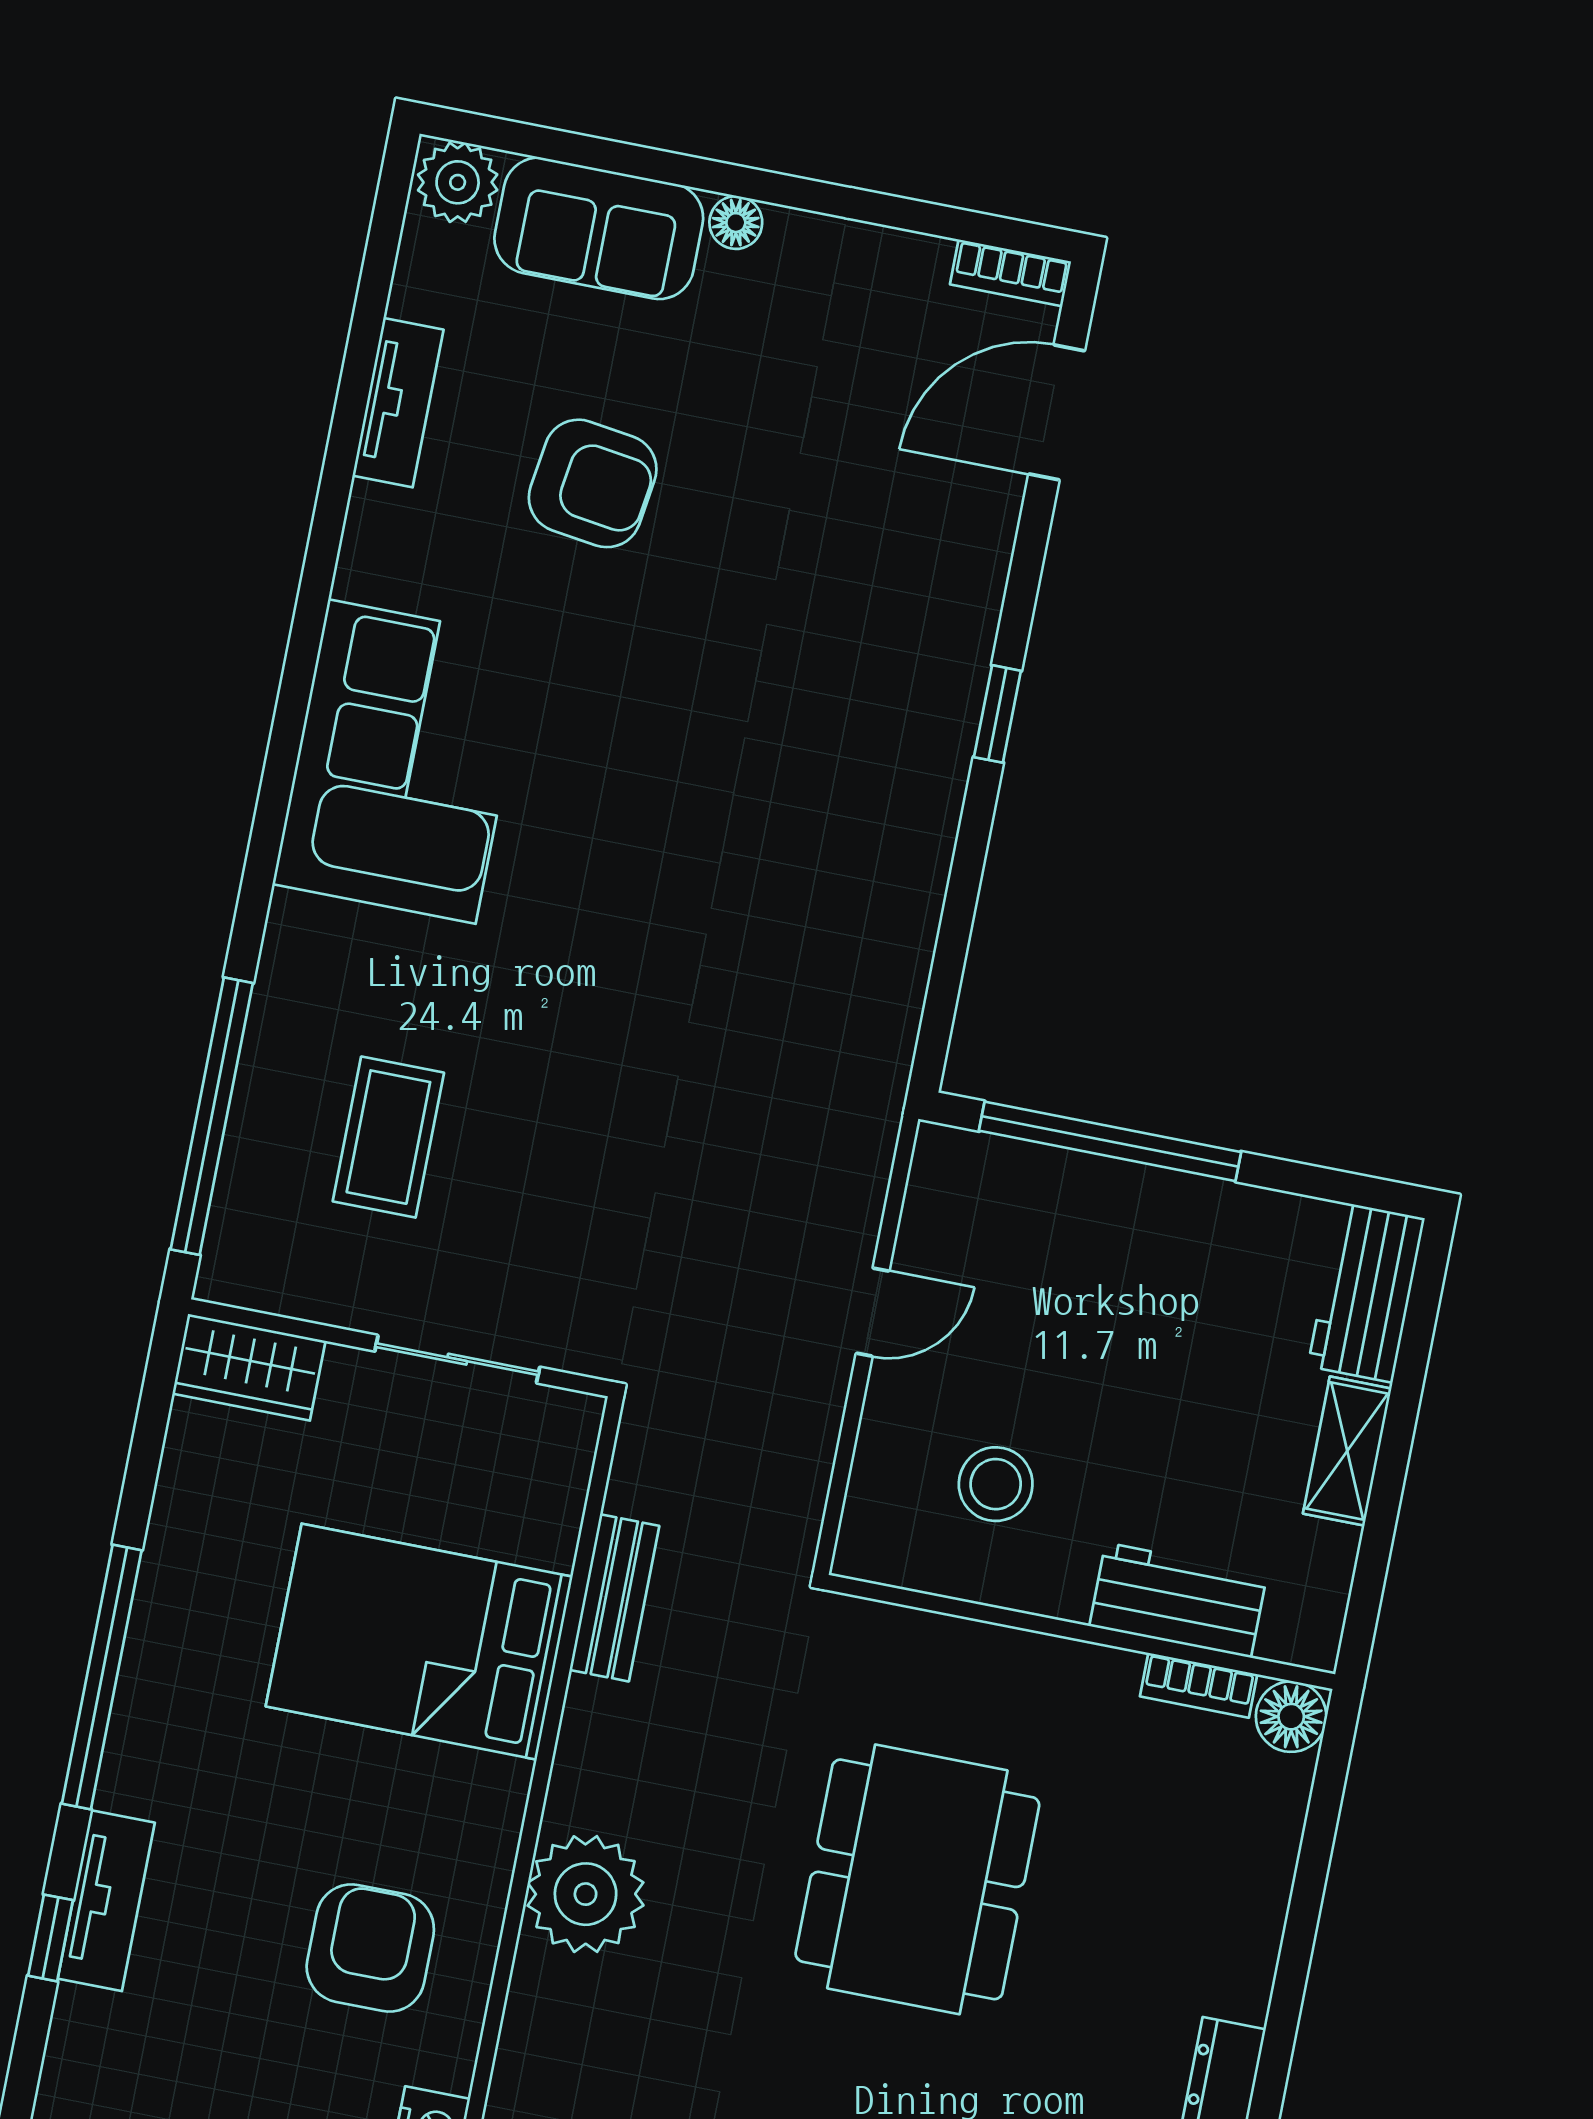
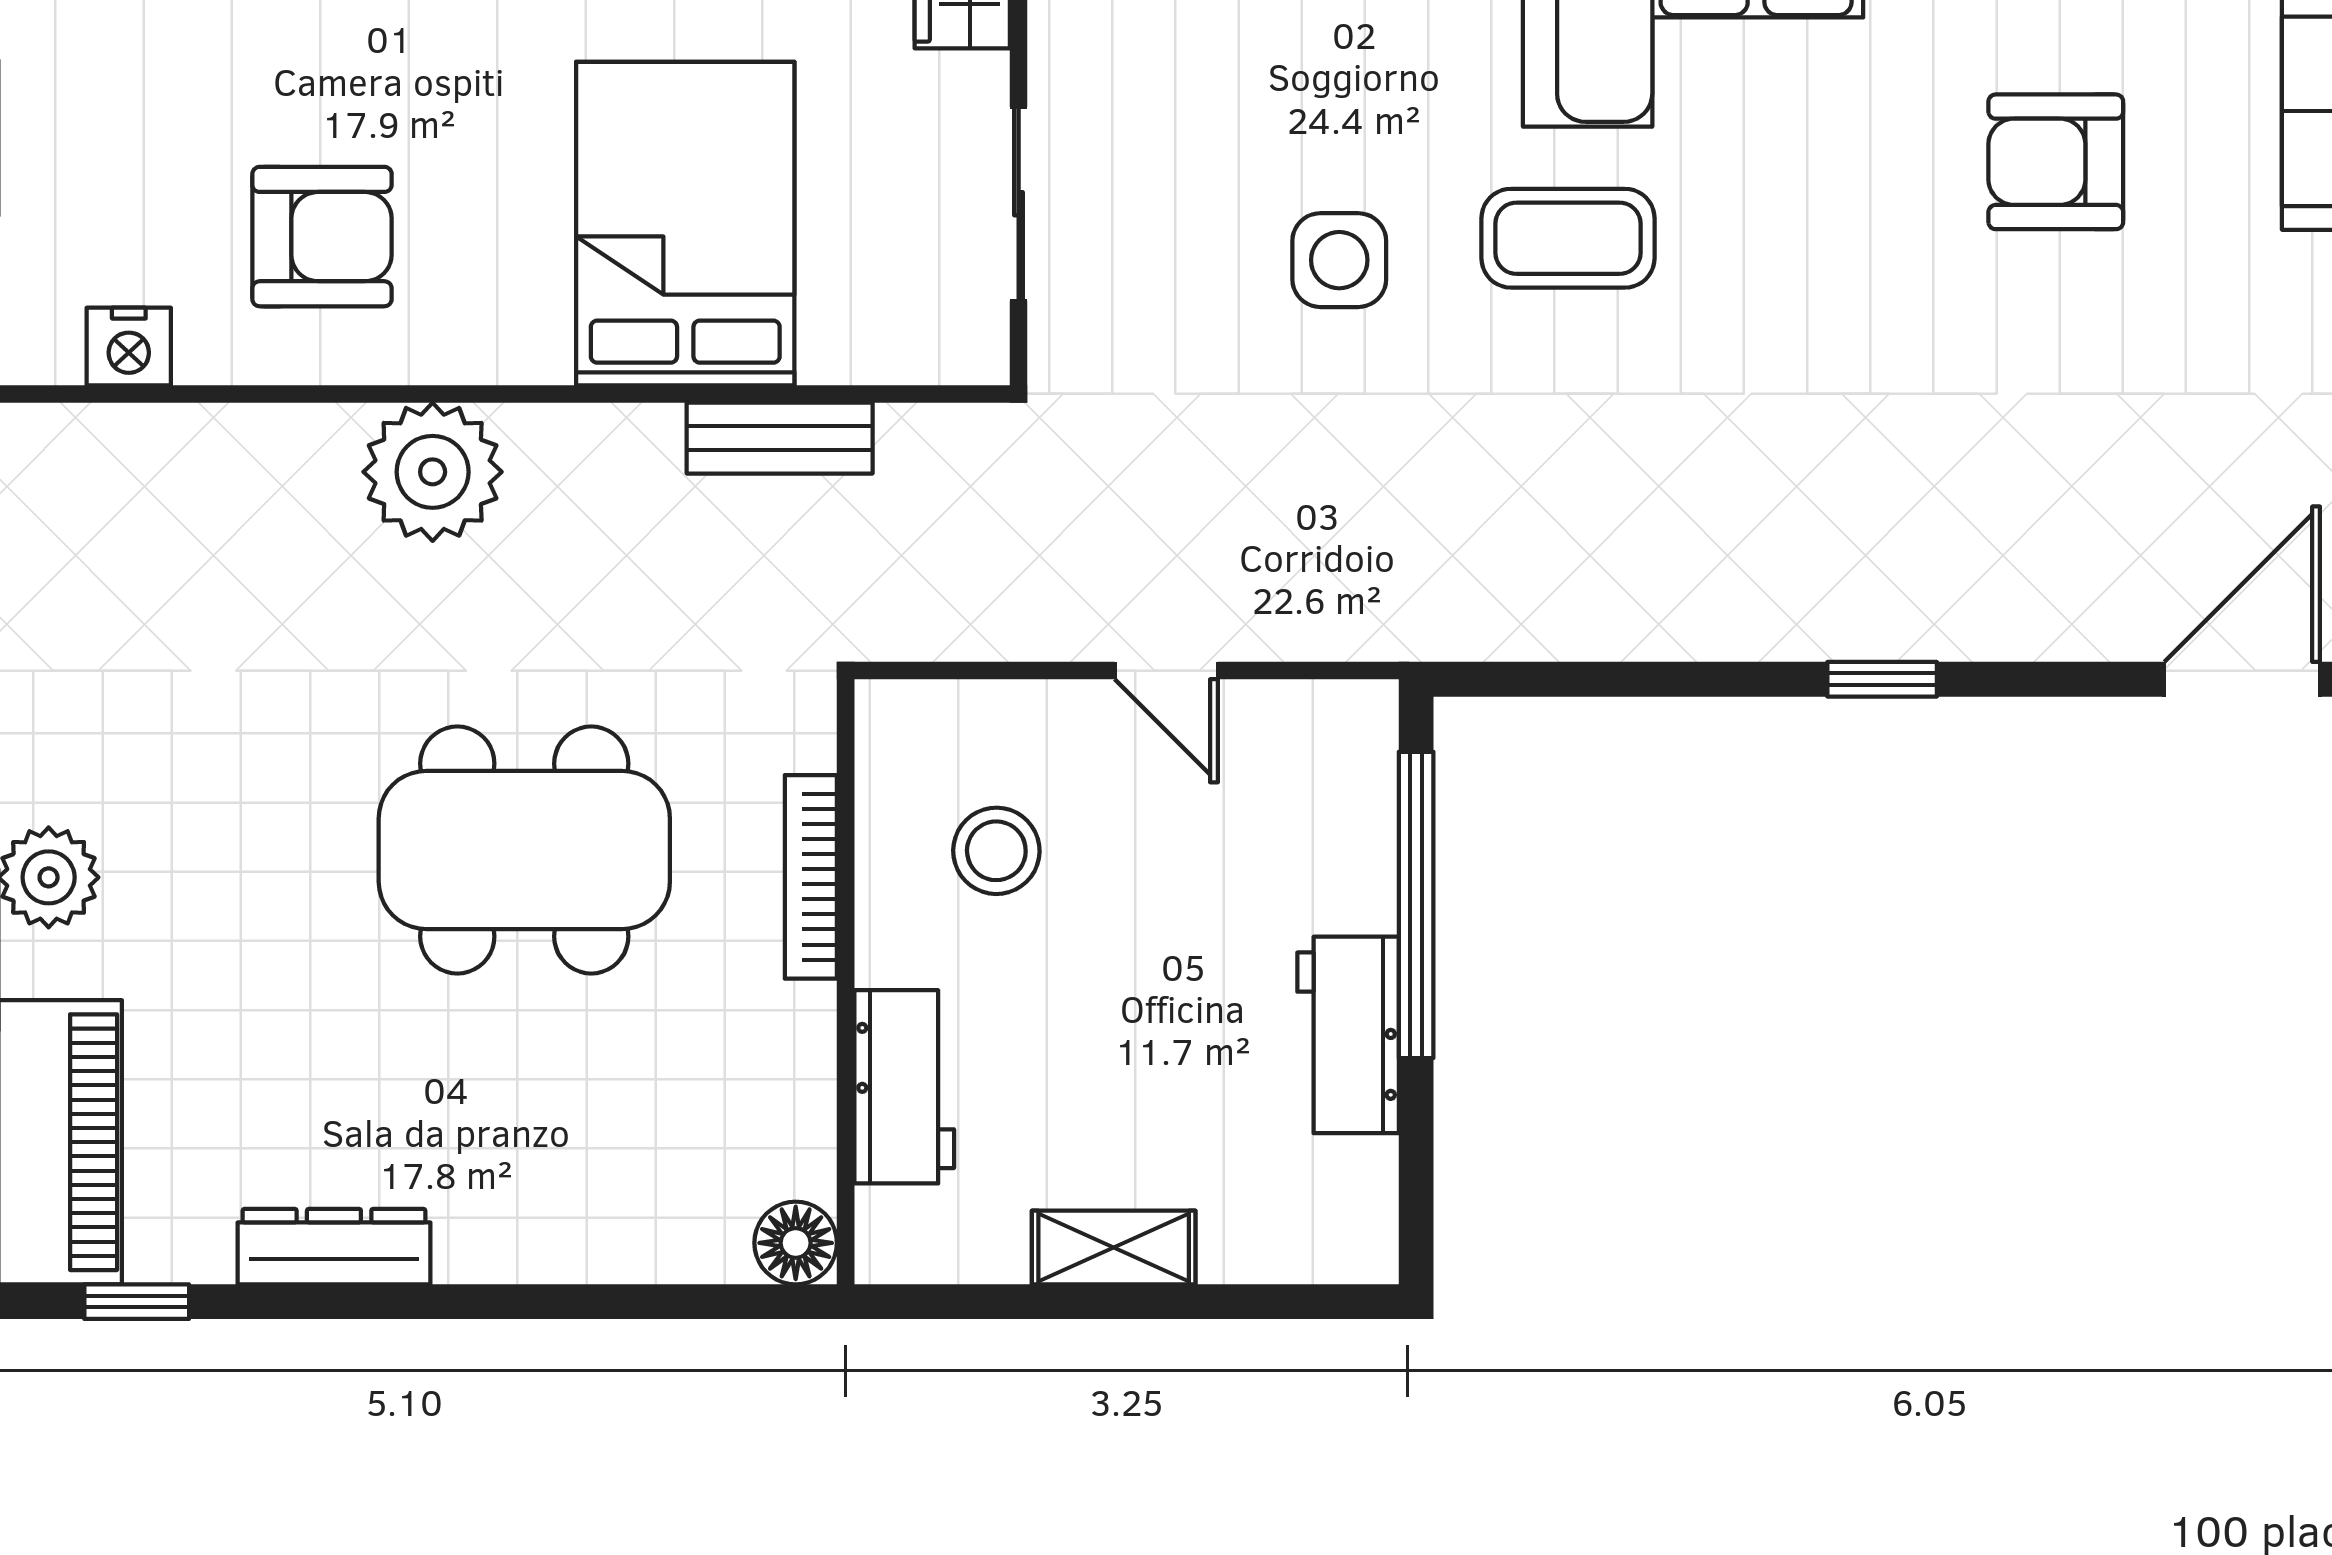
door: (1057, 412) -> (2242, 679), hinge flipped
armchair: (593, 483) -> (2056, 162), turned 82
side table: (557, 1100) -> (1339, 260), added
coffee table: (388, 1137) -> (1568, 238), moved
workbench: (1366, 1292) -> (1348, 1035), moved, turned -90
bookcase: (1199, 1685) -> (811, 877), moved, width x1.56

